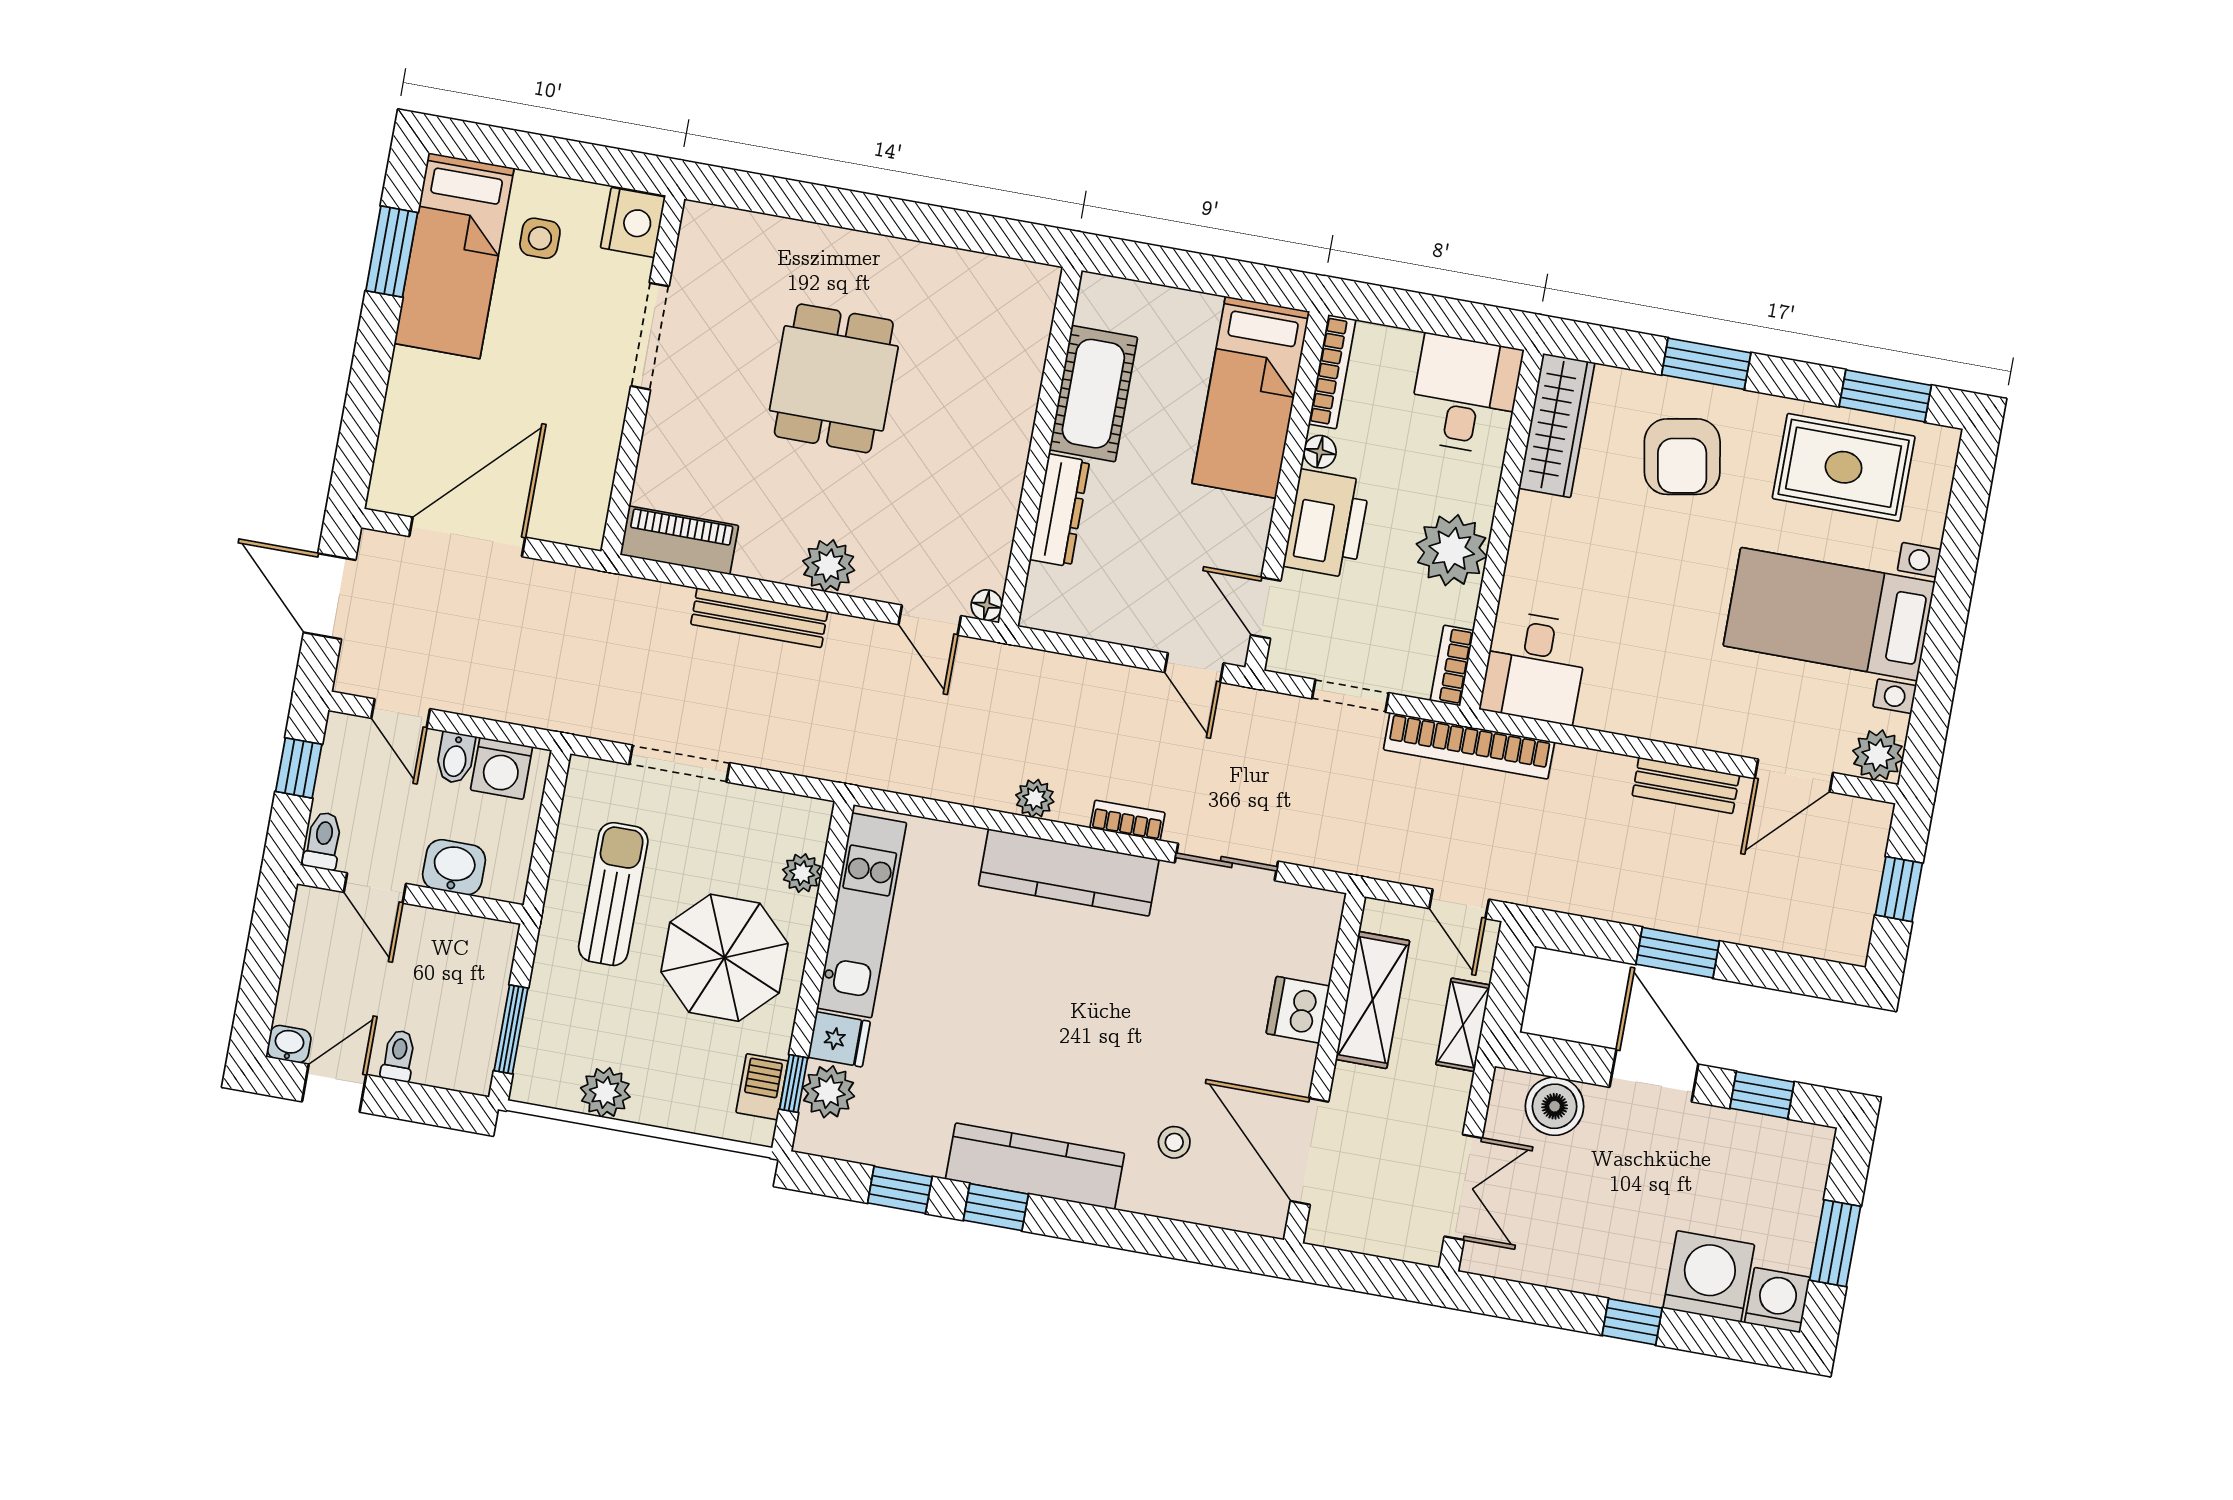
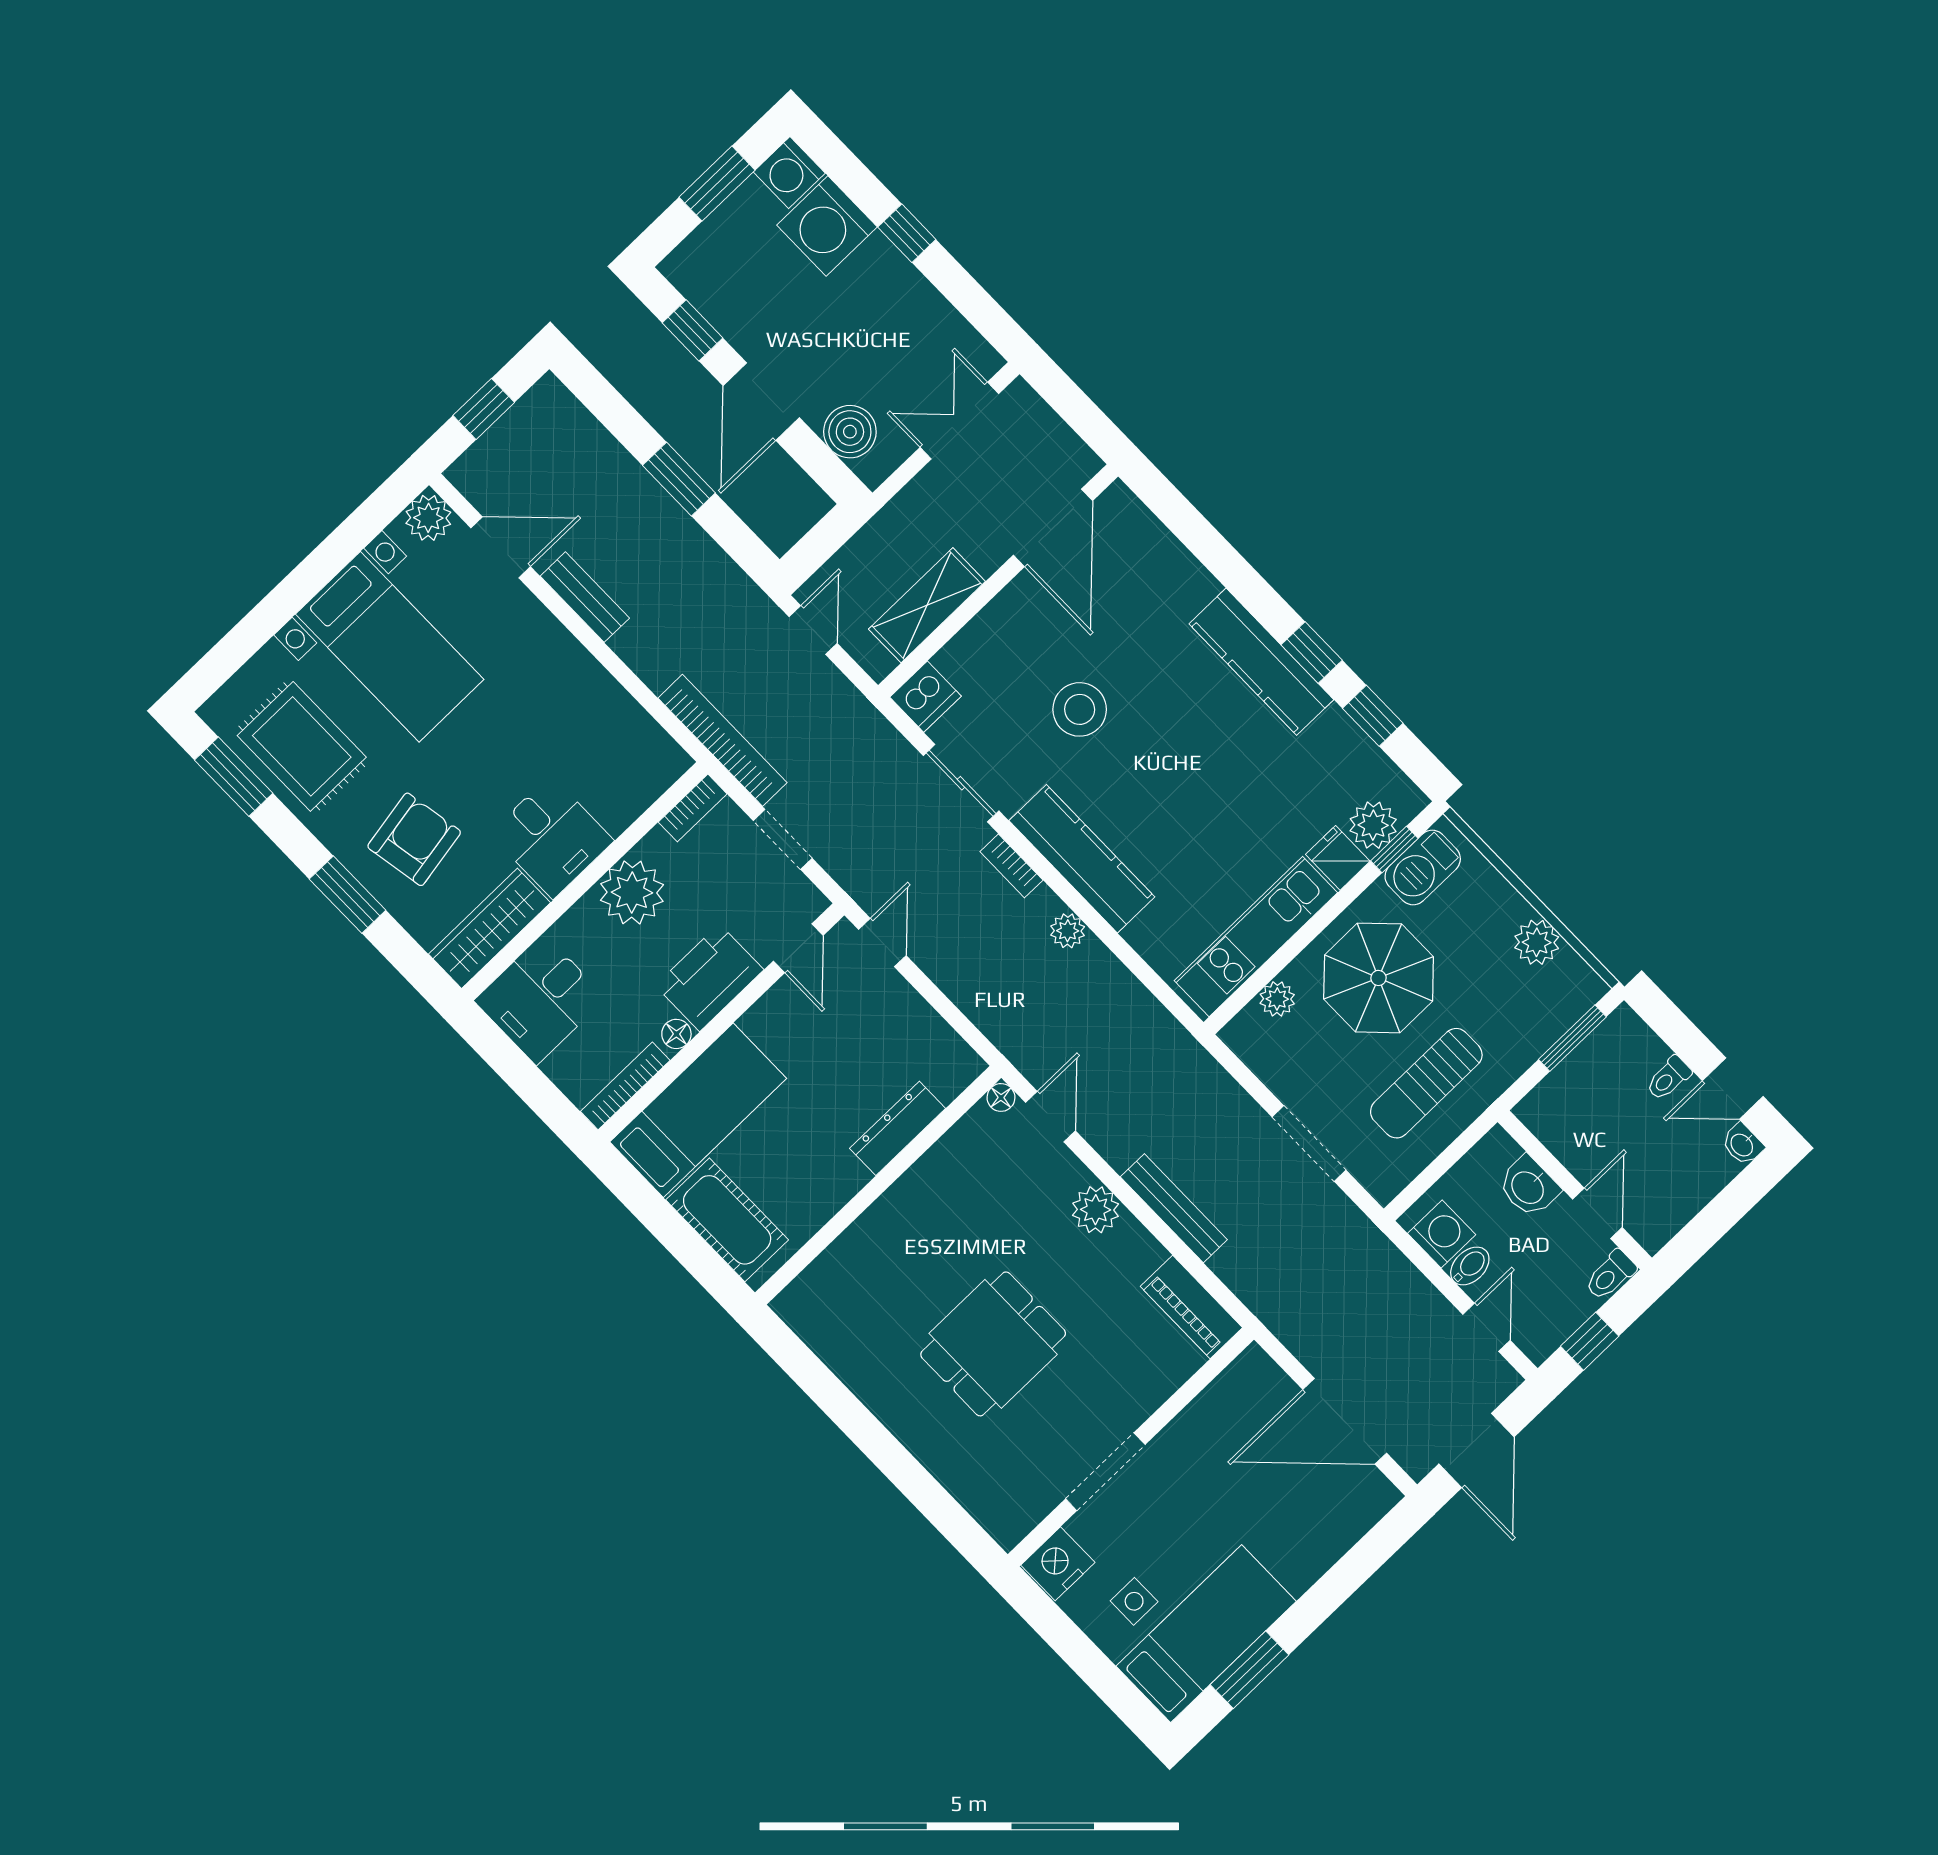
cot: (1093, 394) -> (727, 1220), moved, turned 90
desk: (1535, 667) -> (552, 837), moved, turned 90
dishwasher: (1298, 1010) -> (926, 697), moved
shelving: (1463, 1025) -> (874, 539), removed
barbecue: (762, 1087) -> (1423, 868), width x1.38, depth x1.27
stool: (1174, 1142) -> (1080, 709), moved, width x1.89, depth x1.89

